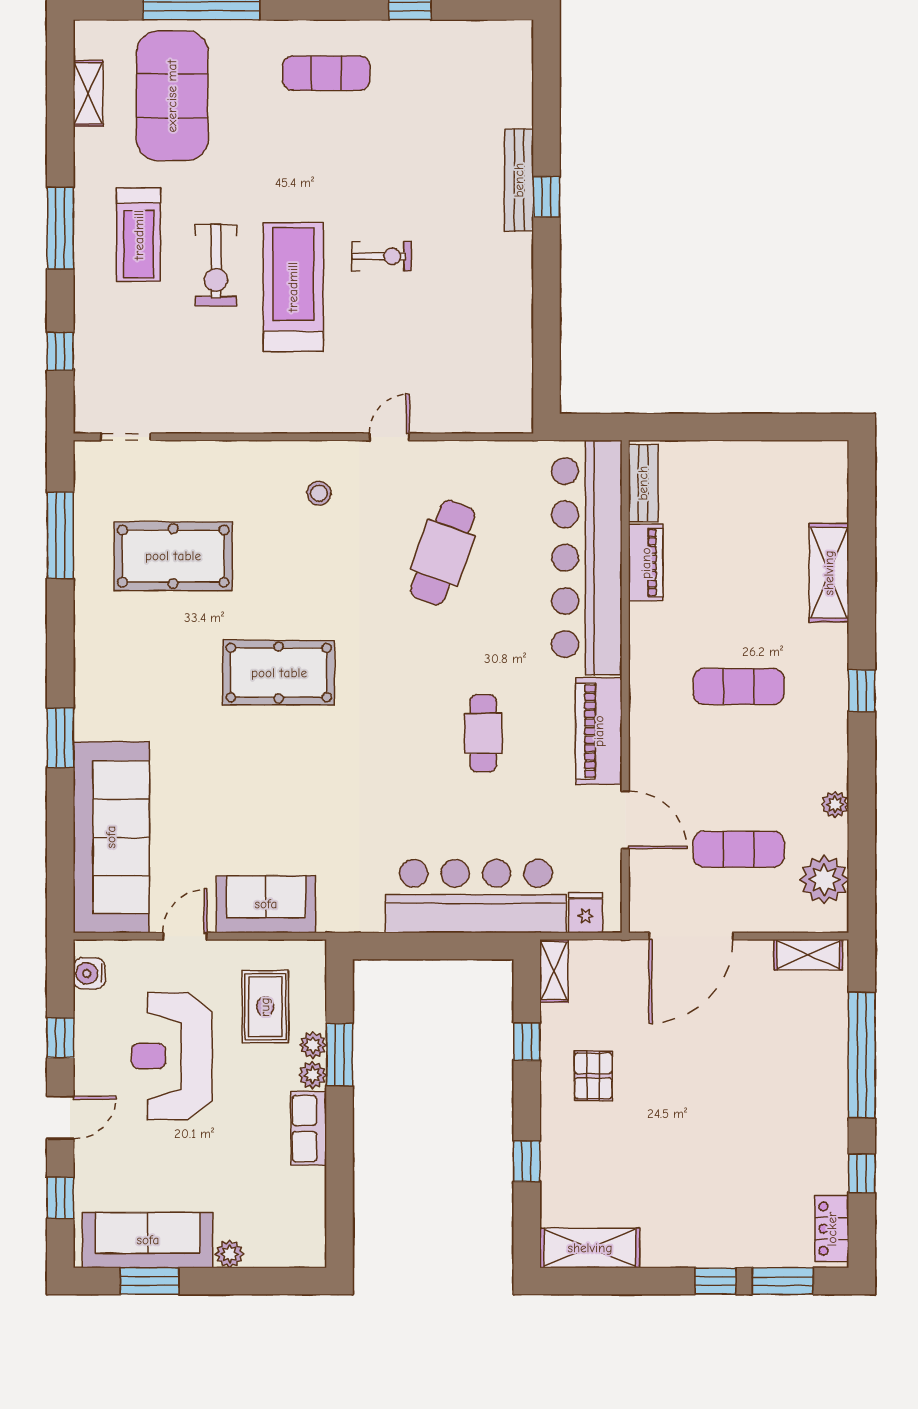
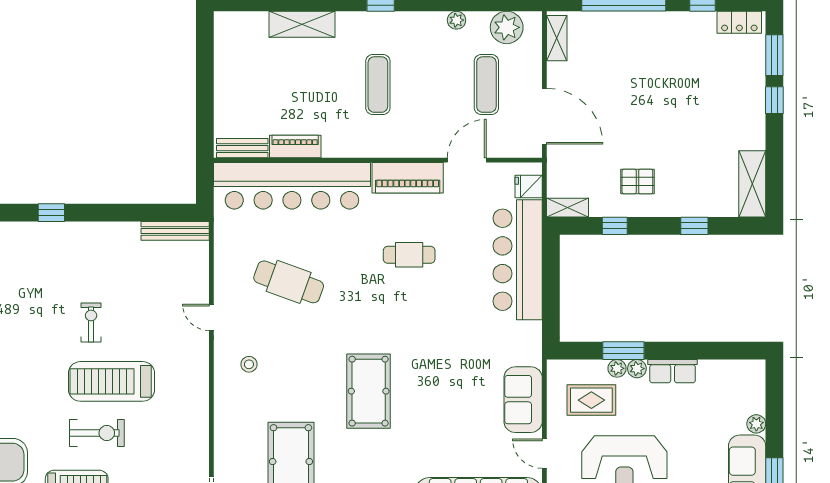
bench: (519, 180) -> (175, 231), moved

